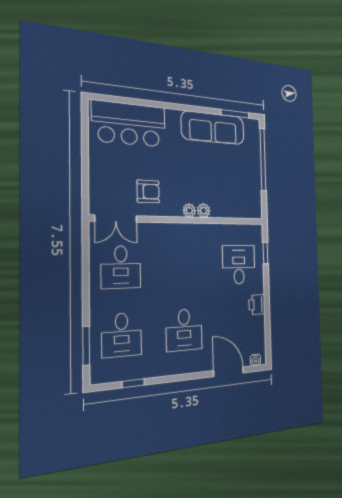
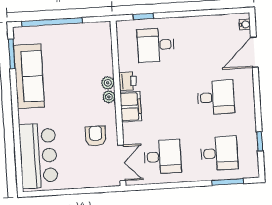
filing cabinet: (178, 234) -> (131, 107), added
printer: (257, 305) -> (128, 81), moved, turned -90

